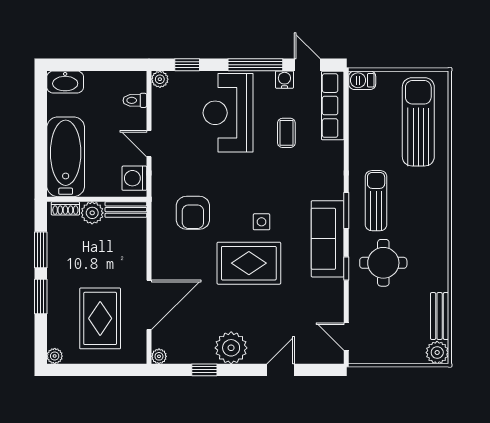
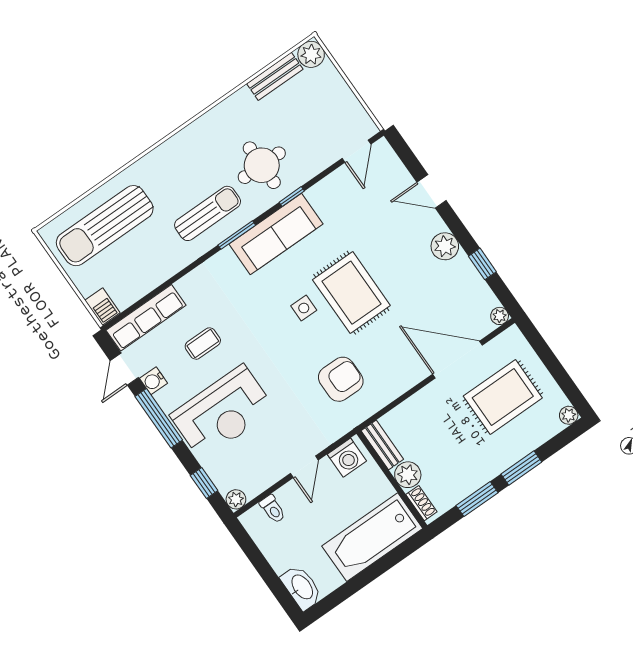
sun lounger: (376, 201) -> (208, 213), turned 180
plant: (231, 348) -> (445, 246), width x0.73, depth x0.73

